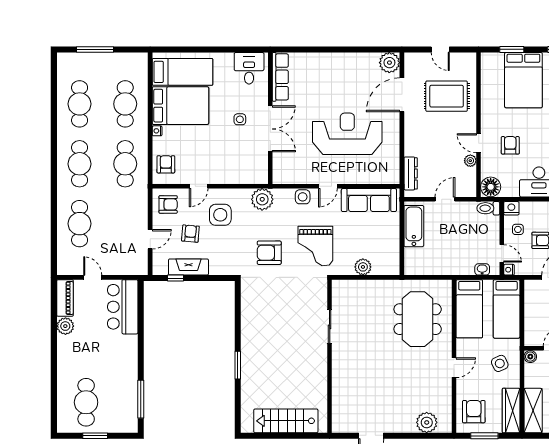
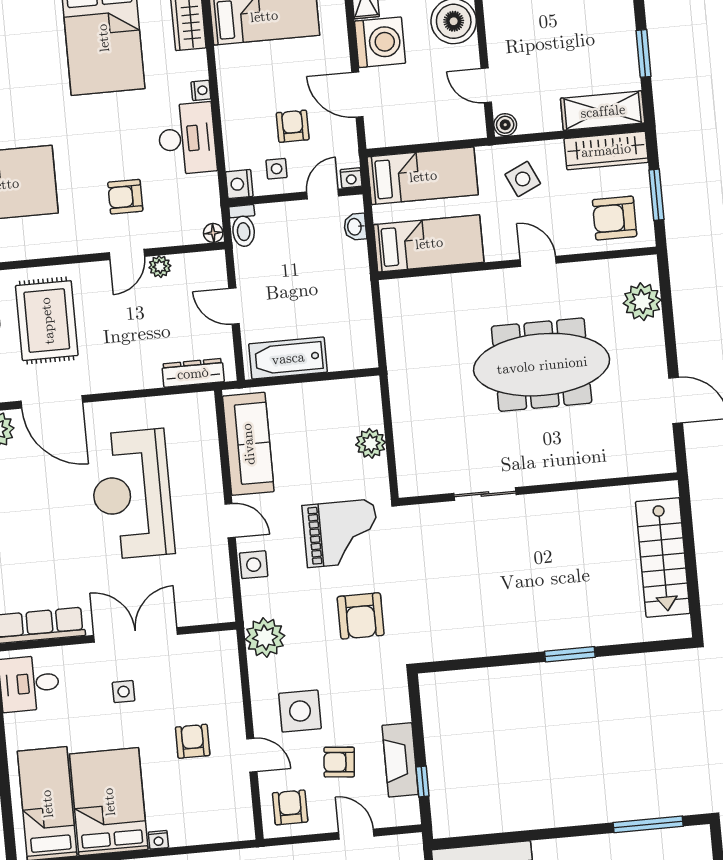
armchair: (166, 164) -> (193, 741), moved, turned 90
floor lamp: (491, 187) -> (213, 233), width x0.53, depth x0.53
meeting table: (418, 319) -> (542, 365), moved, width x1.36

